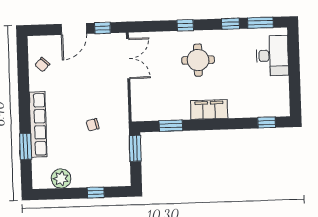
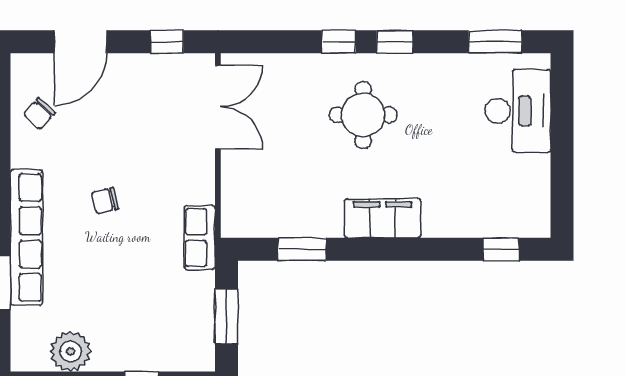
window: (230, 24) -> (395, 42), moved
door: (74, 29) -> (80, 42), moved
row of seats: (121, 122) -> (200, 238), added
chair: (93, 125) -> (105, 201), moved
window: (135, 148) -> (226, 317), moved

